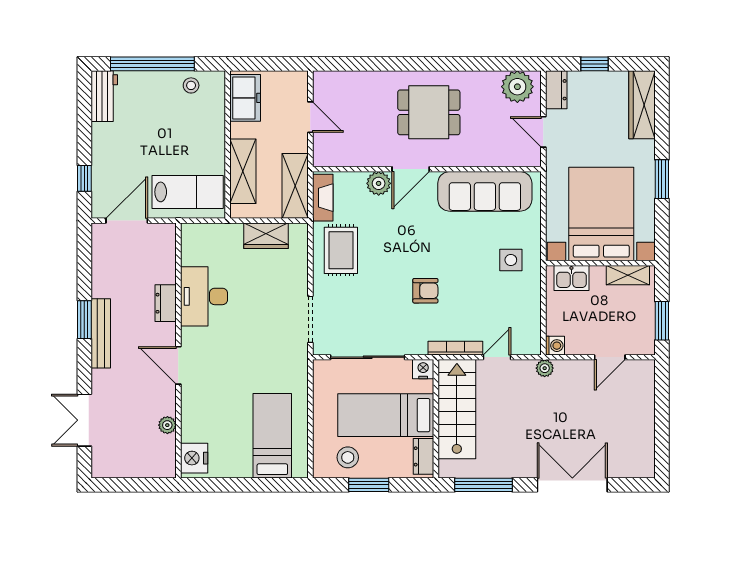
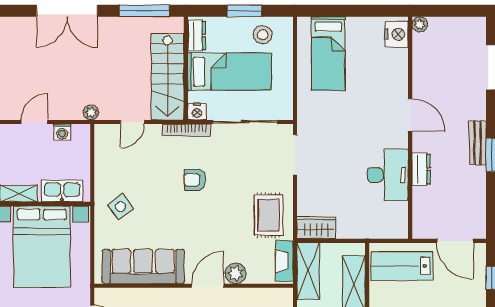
door: (127, 221) -> (455, 241), hinge flipped
wardrobe: (266, 236) -> (316, 228), moved
side table: (511, 260) -> (121, 207), turned -36
kitchen sink: (571, 278) -> (62, 191), width x1.38
bench: (101, 333) -> (478, 143), width x0.73
washing machine: (555, 346) -> (62, 132), moved, turned -90
bookcase: (455, 348) -> (186, 130), moved
plant: (167, 425) -> (420, 24), moved

